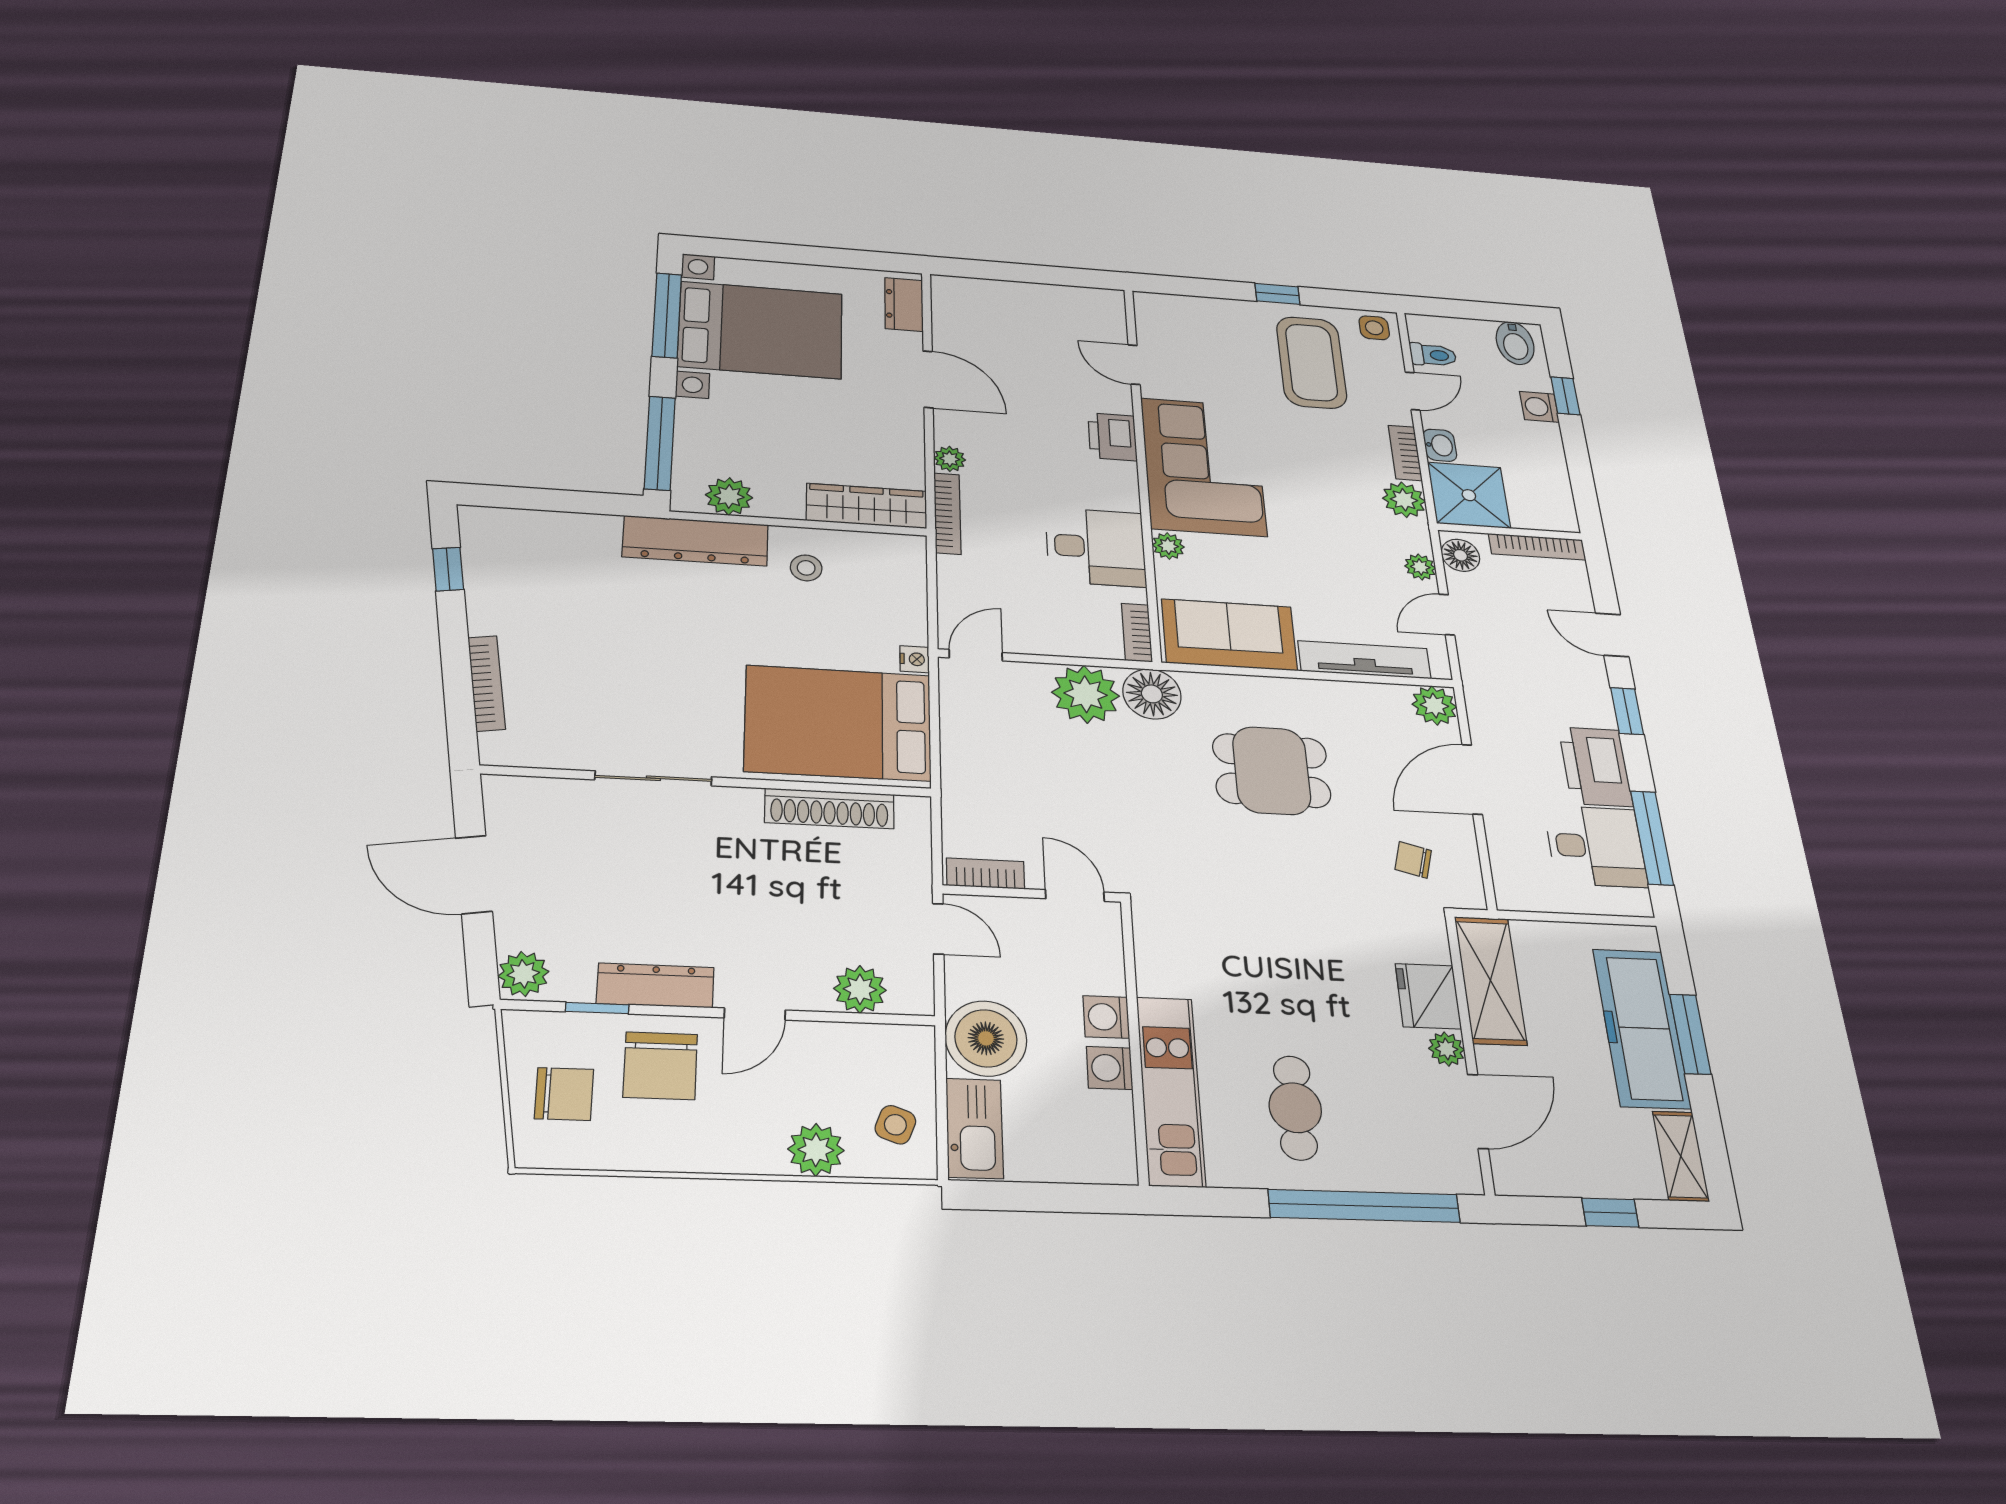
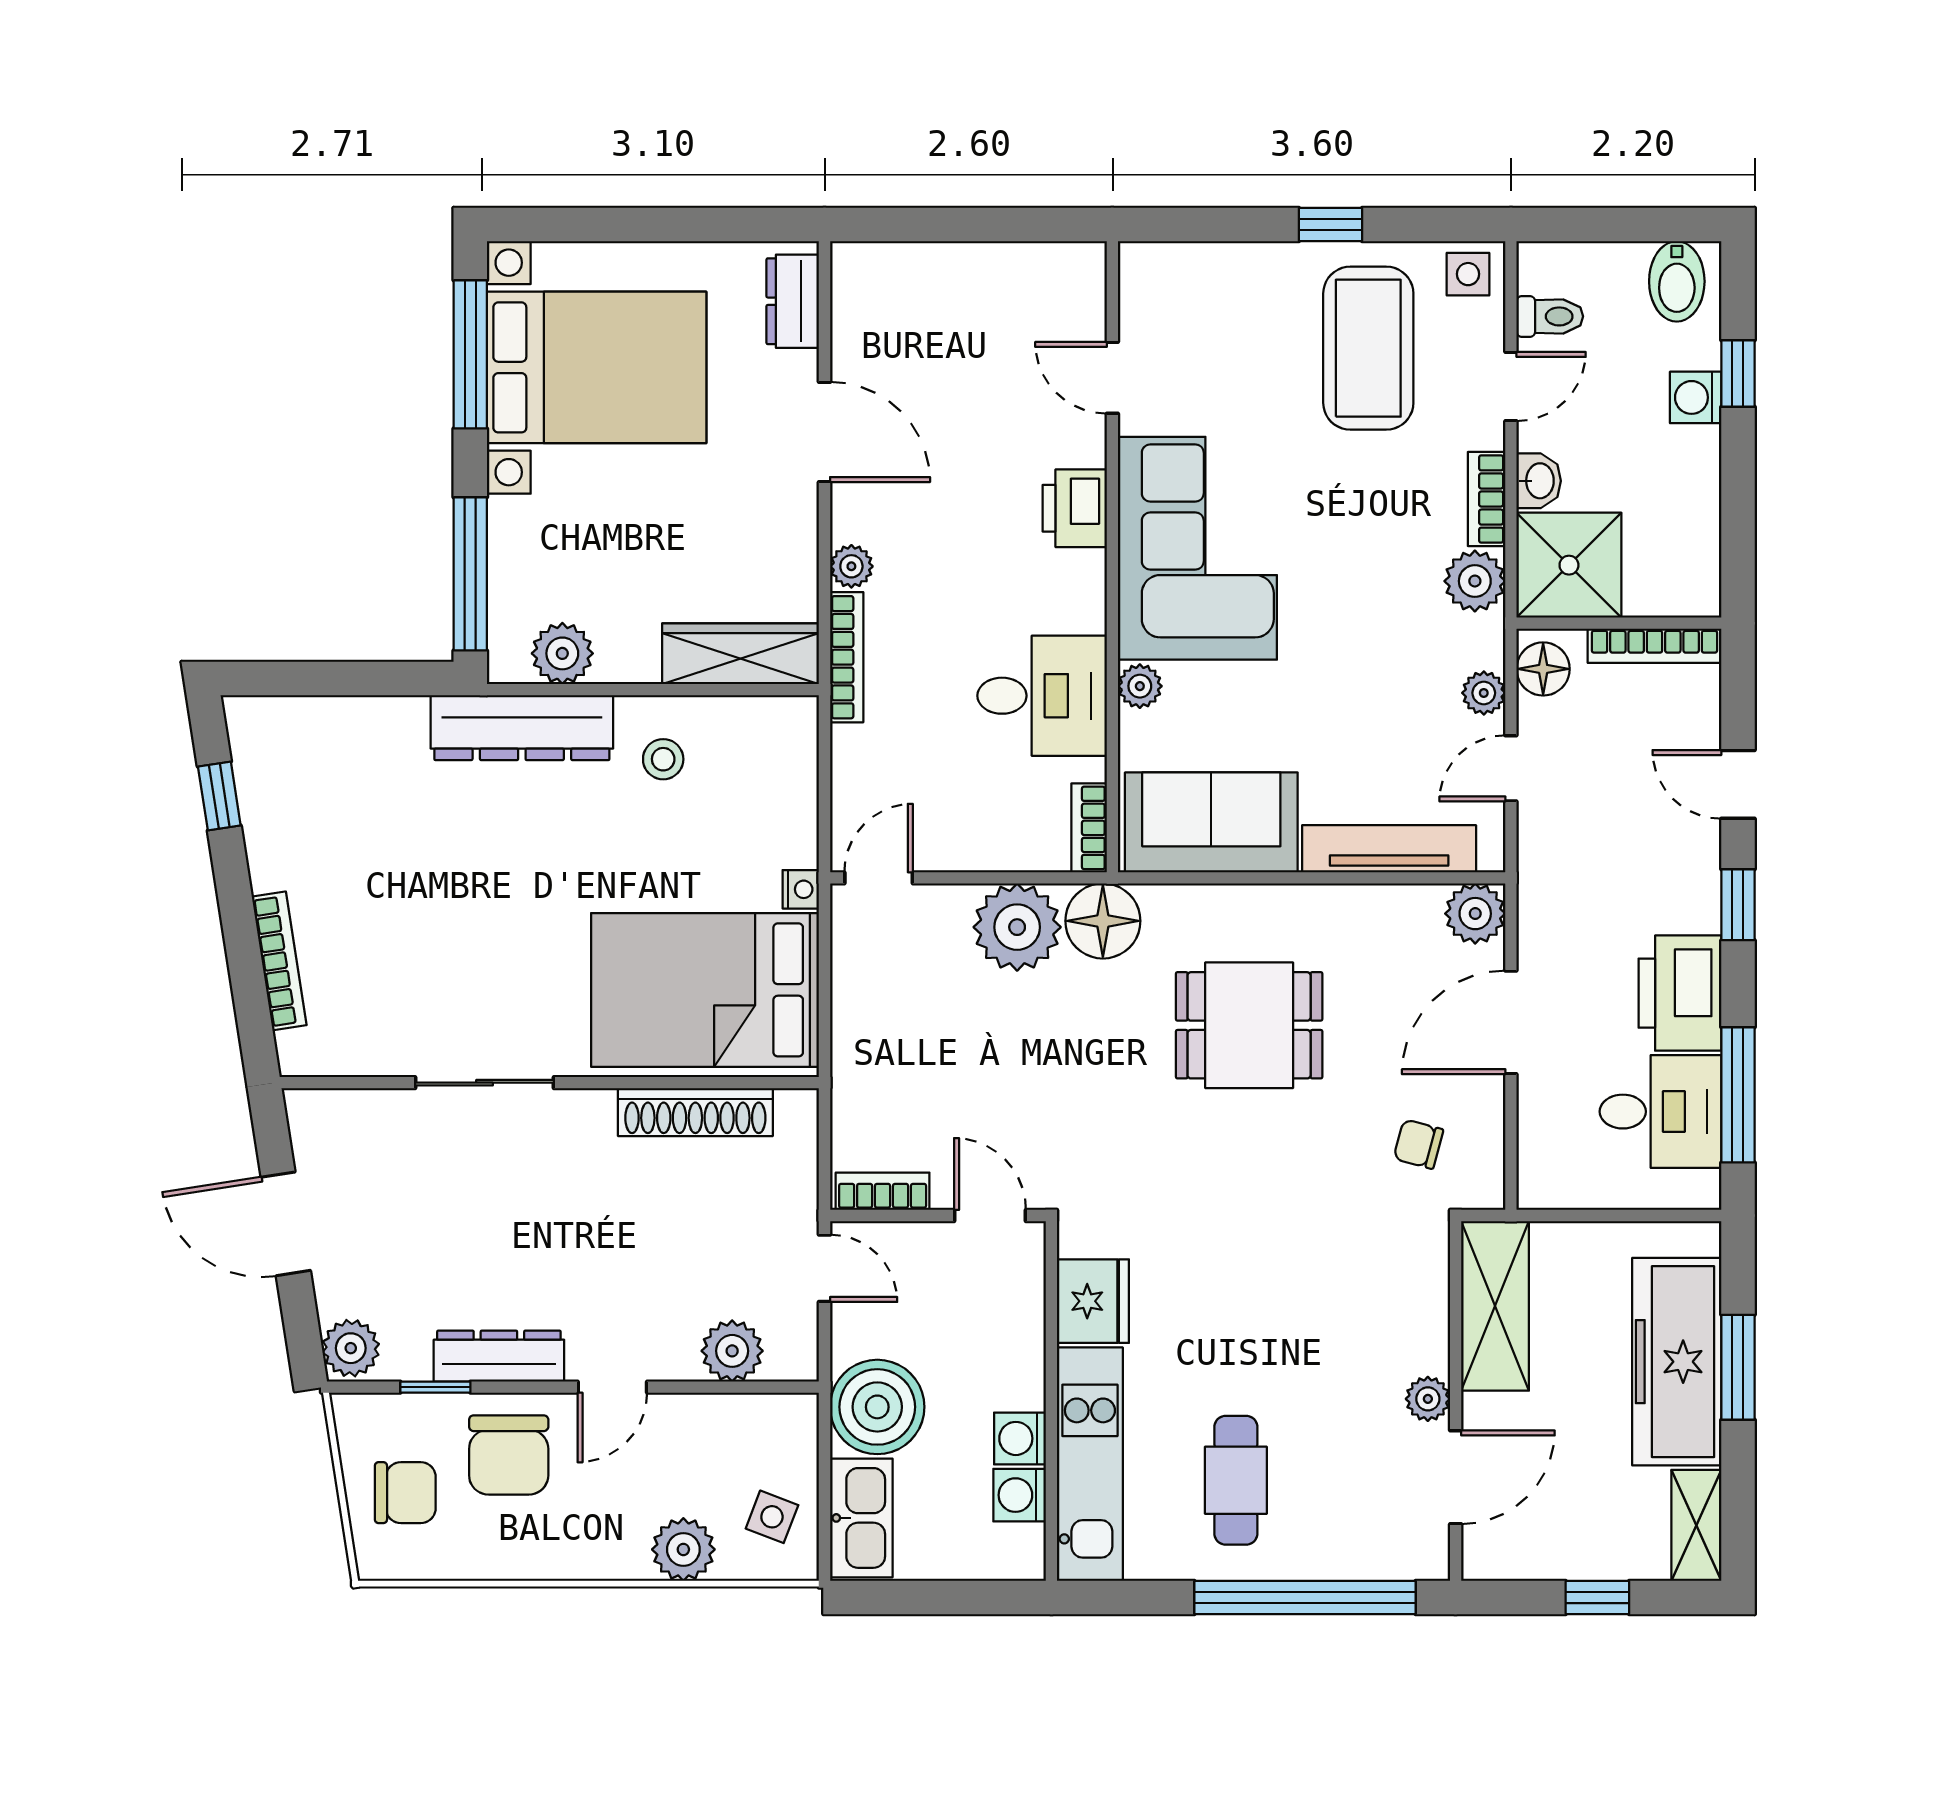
fridge: (1428, 996) -> (1093, 1301), moved, turned 180
washing machine: (1106, 1017) -> (1020, 1495), moved

